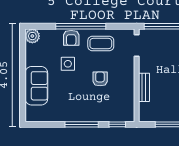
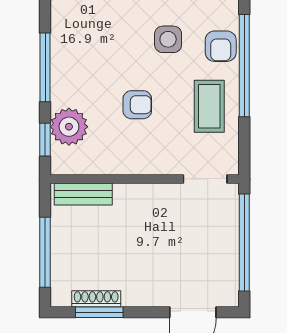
armchair: (71, 38) -> (221, 46), turned -90
bench: (144, 87) -> (83, 194), moved
plant: (111, 113) -> (69, 127), added

